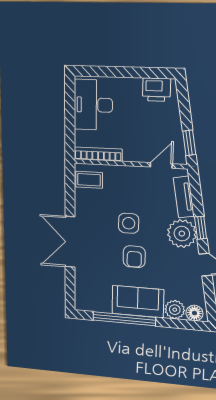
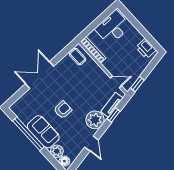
side table: (129, 223) -> (76, 93), removed
window: (201, 228) -> (114, 115), moved
armchair: (134, 257) -> (63, 110), turned 180

